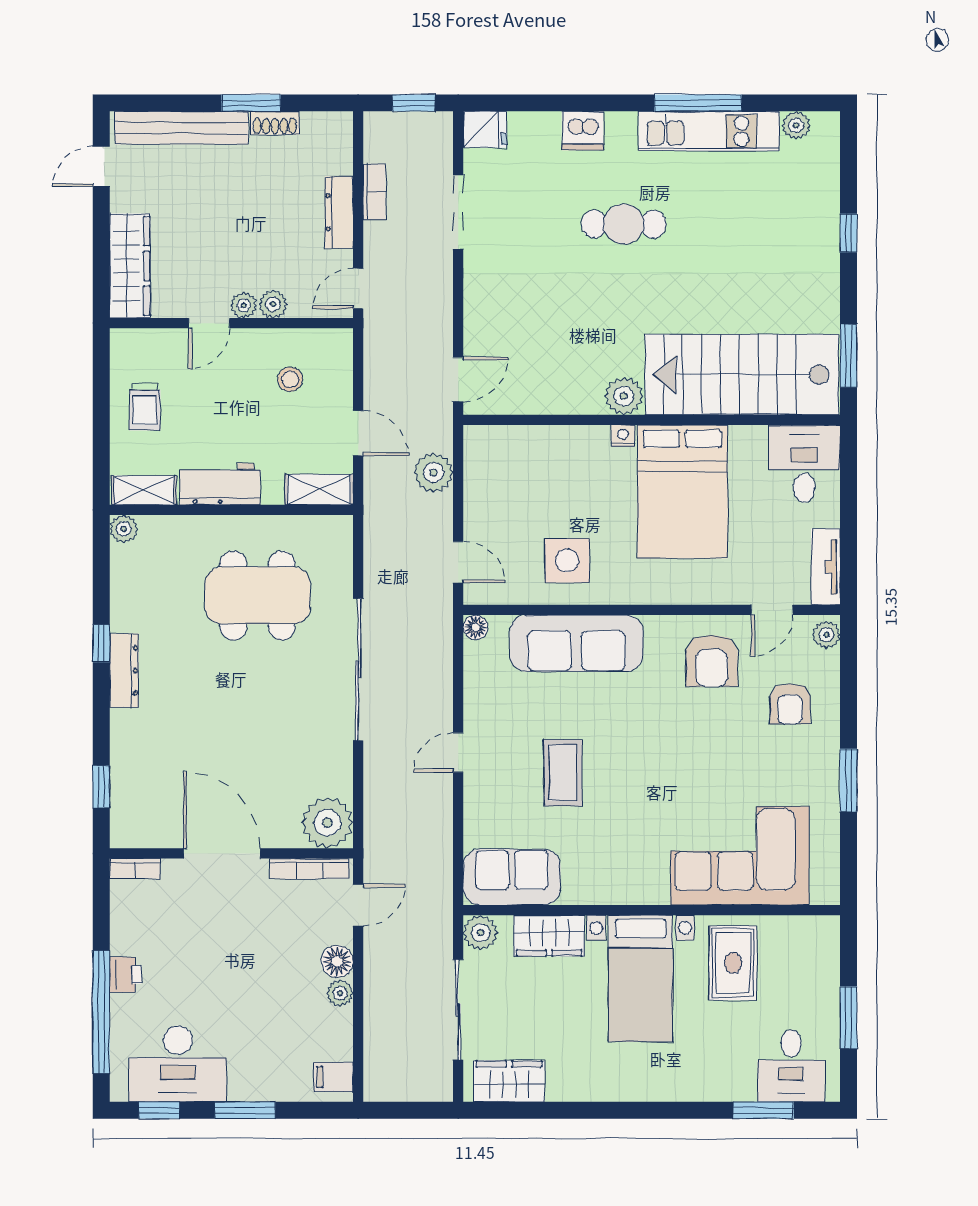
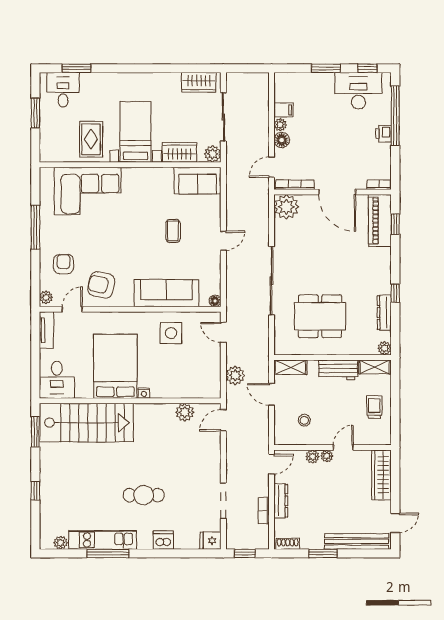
shoe rack: (275, 123) -> (288, 544), moved
plant: (624, 396) -> (185, 412), moved
armchair: (712, 661) -> (101, 285), turned -78
dresser: (124, 671) -> (384, 312), moved
coffee table: (563, 773) -> (173, 231), width x0.73, depth x0.77
window: (848, 780) -> (35, 227), width x1.44
piano: (133, 794) -> (380, 221), added
filing cabinet: (333, 1077) -> (283, 110), moved

